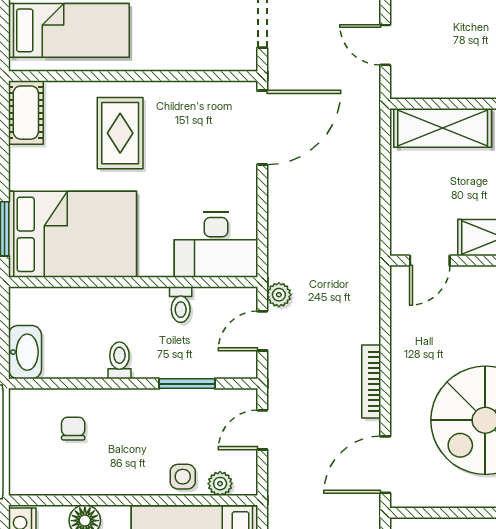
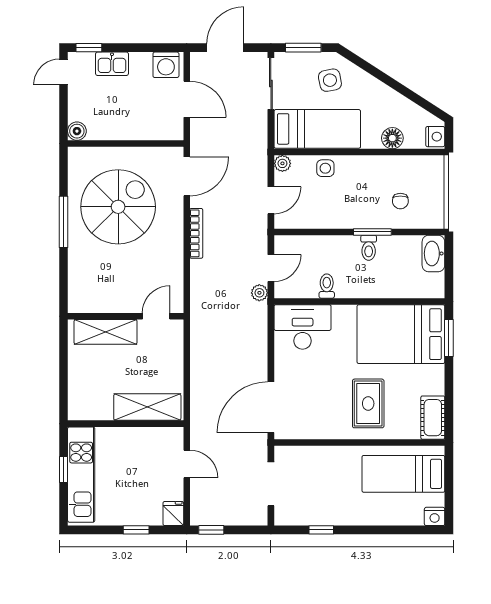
window: (187, 384) -> (372, 232), moved
plant: (220, 484) -> (282, 163), moved

